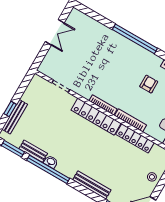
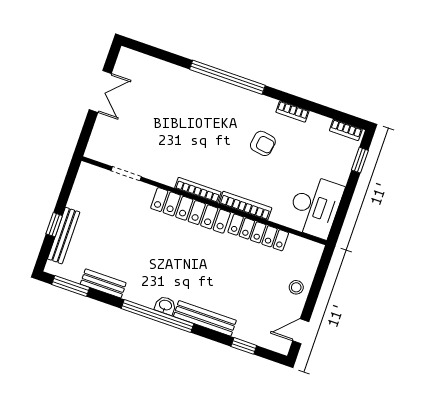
armchair: (149, 84) -> (263, 143), turned 99
washbasin: (51, 162) -> (165, 305), moved
window: (48, 169) -> (158, 316), moved

